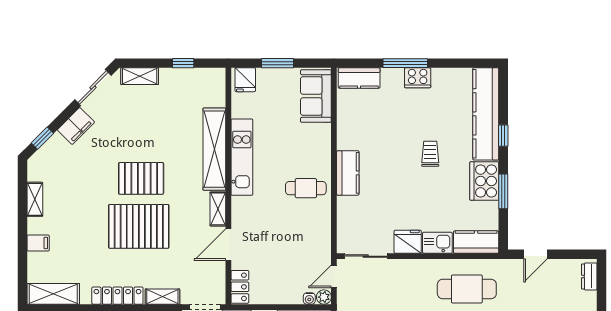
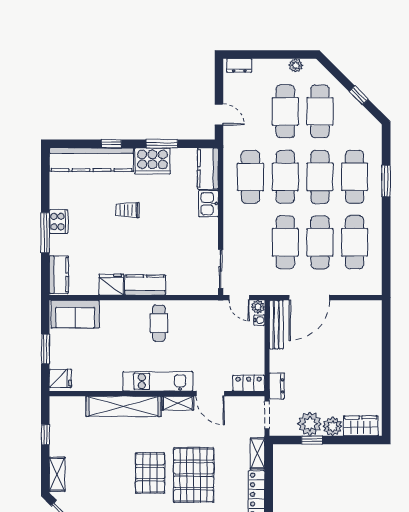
kitchen unit: (242, 157) -> (158, 381), moved
fridge: (408, 242) -> (111, 285), moved, turned 90

